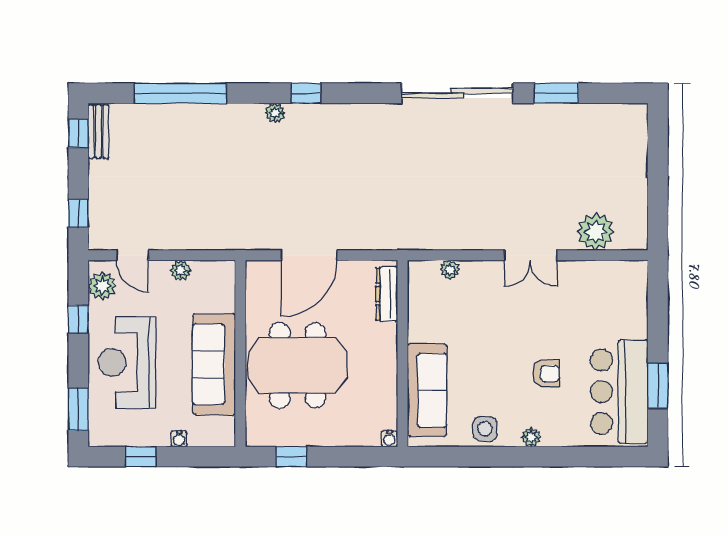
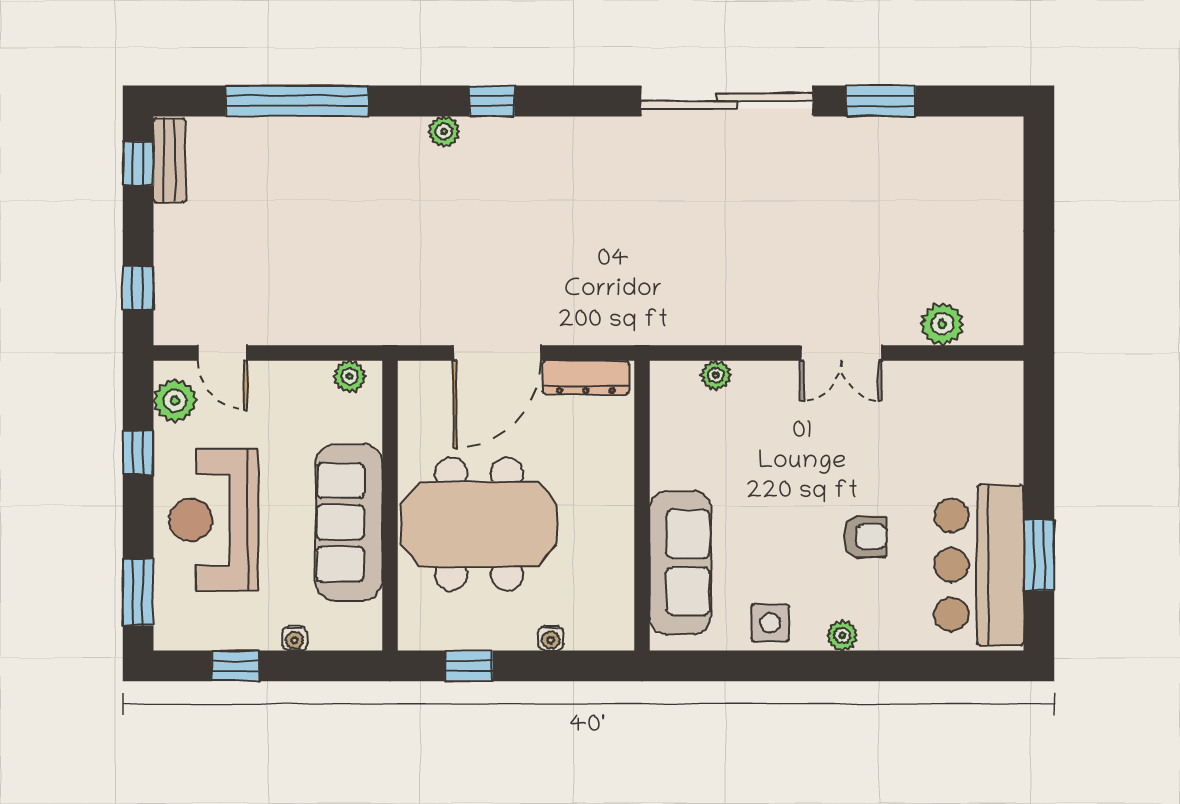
plant: (596, 232) -> (942, 324), width x0.73, depth x0.73
plant: (181, 270) -> (349, 377), moved
dresser: (387, 294) -> (586, 377), moved, turned -90
water cooler: (389, 439) -> (551, 638), moved

